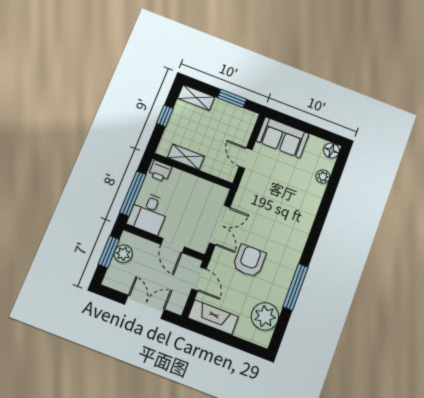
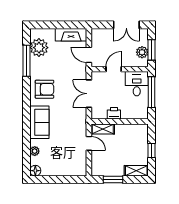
sofa: (283, 137) -> (39, 122), moved, turned 90
shelving: (186, 157) -> (103, 129), moved
printer: (160, 171) -> (114, 113), moved
door: (173, 246) -> (114, 69), hinge flipped
armchair: (249, 261) -> (44, 89), moved, turned -90
window: (296, 287) -> (26, 61), moved
double door: (145, 307) -> (126, 25), moved

